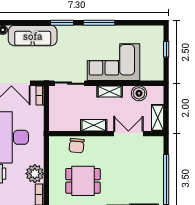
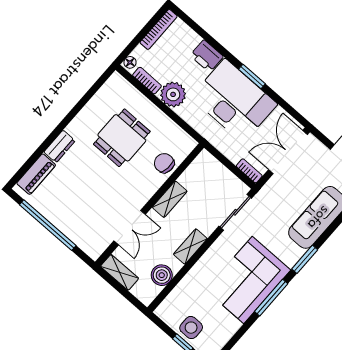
side table: (154, 52) -> (191, 328), added
corner sofa: (114, 62) -> (248, 280), moved, turned 180

